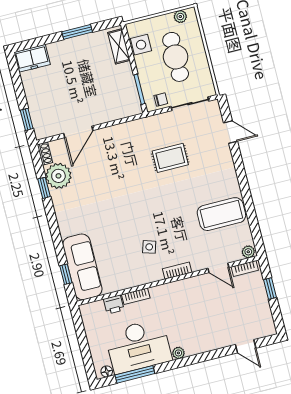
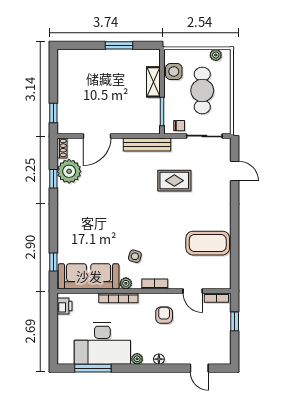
shelving: (119, 46) -> (153, 82), moved
freezer: (32, 58) -> (72, 59), removed
bench: (132, 128) -> (147, 144), added
plant: (248, 252) -> (126, 283), moved
sofa: (82, 267) -> (89, 276), moved, turned -90
bookcase: (136, 296) -> (118, 298), width x1.56
armchair: (195, 300) -> (164, 315), added
printer: (114, 304) -> (64, 306), moved, turned -90
floor lamp: (107, 371) -> (159, 359), moved

